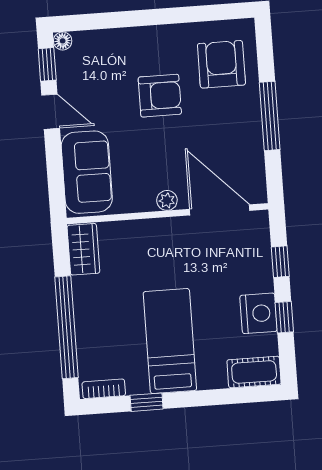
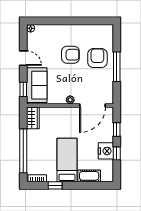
window: (47, 64) -> (23, 89), moved
armchair: (221, 64) -> (97, 58), moved
door: (220, 210) -> (92, 105), swing flipped
cot: (254, 372) -> (89, 176), moved

